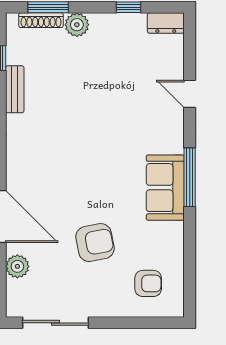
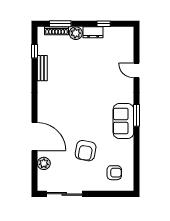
dresser: (166, 23) -> (93, 32), moved
window: (190, 177) -> (137, 115), width x0.69
armchair: (95, 243) -> (86, 151), turned 111

